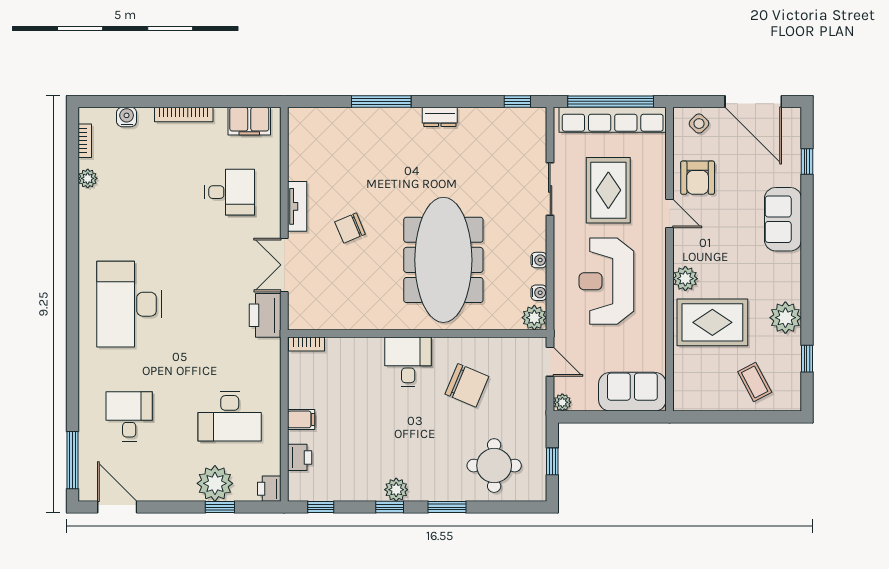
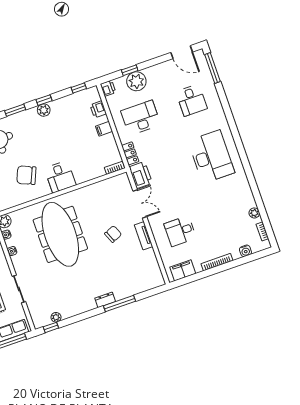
plant: (502, 116) -> (56, 317), added
dresser: (440, 117) -> (105, 300), moved
locker: (270, 360) -> (130, 153), added

